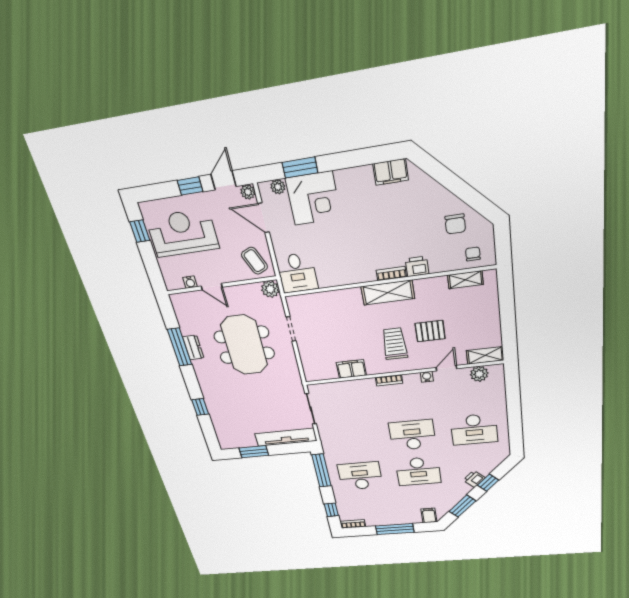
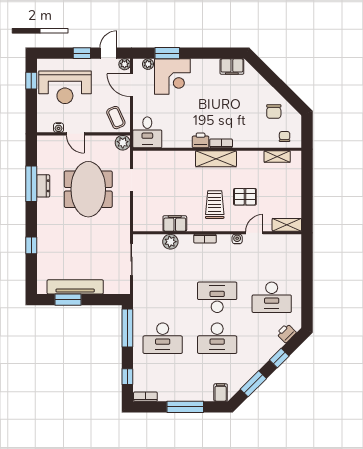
reception desk: (183, 233) -> (65, 87), turned 180
printer: (417, 266) -> (201, 140), moved
plant: (479, 374) -> (170, 242), moved
tv unit: (286, 437) -> (75, 287), moved
desk: (360, 476) -> (163, 338), turned 180
printer: (474, 479) -> (286, 333), moved

